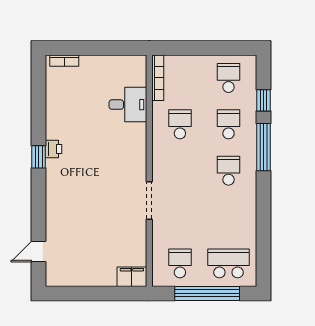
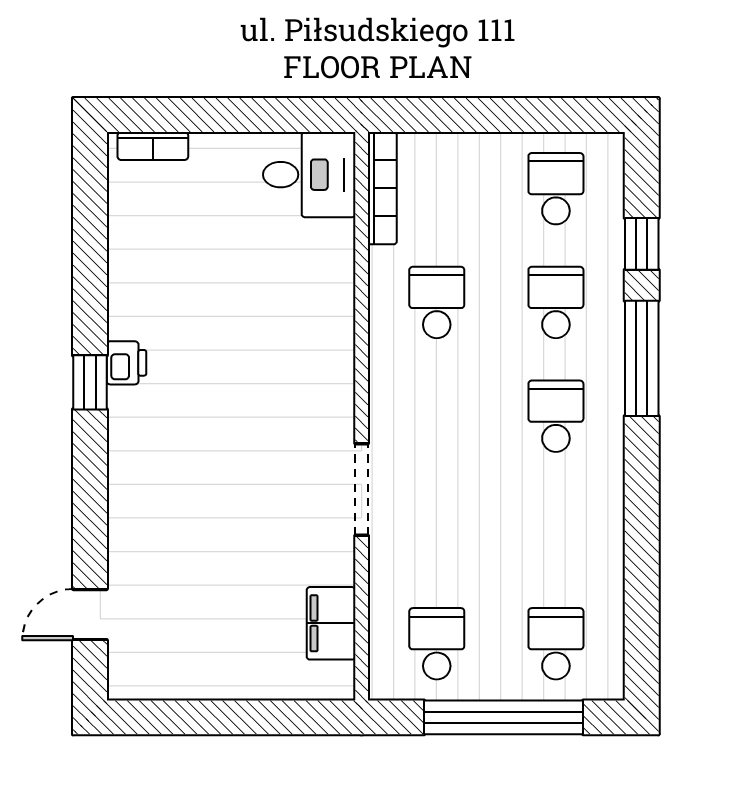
desk: (128, 105) -> (309, 175), moved
school desk: (228, 263) -> (556, 644), width x0.54
filing cabinet: (132, 277) -> (331, 623), moved, turned -90

